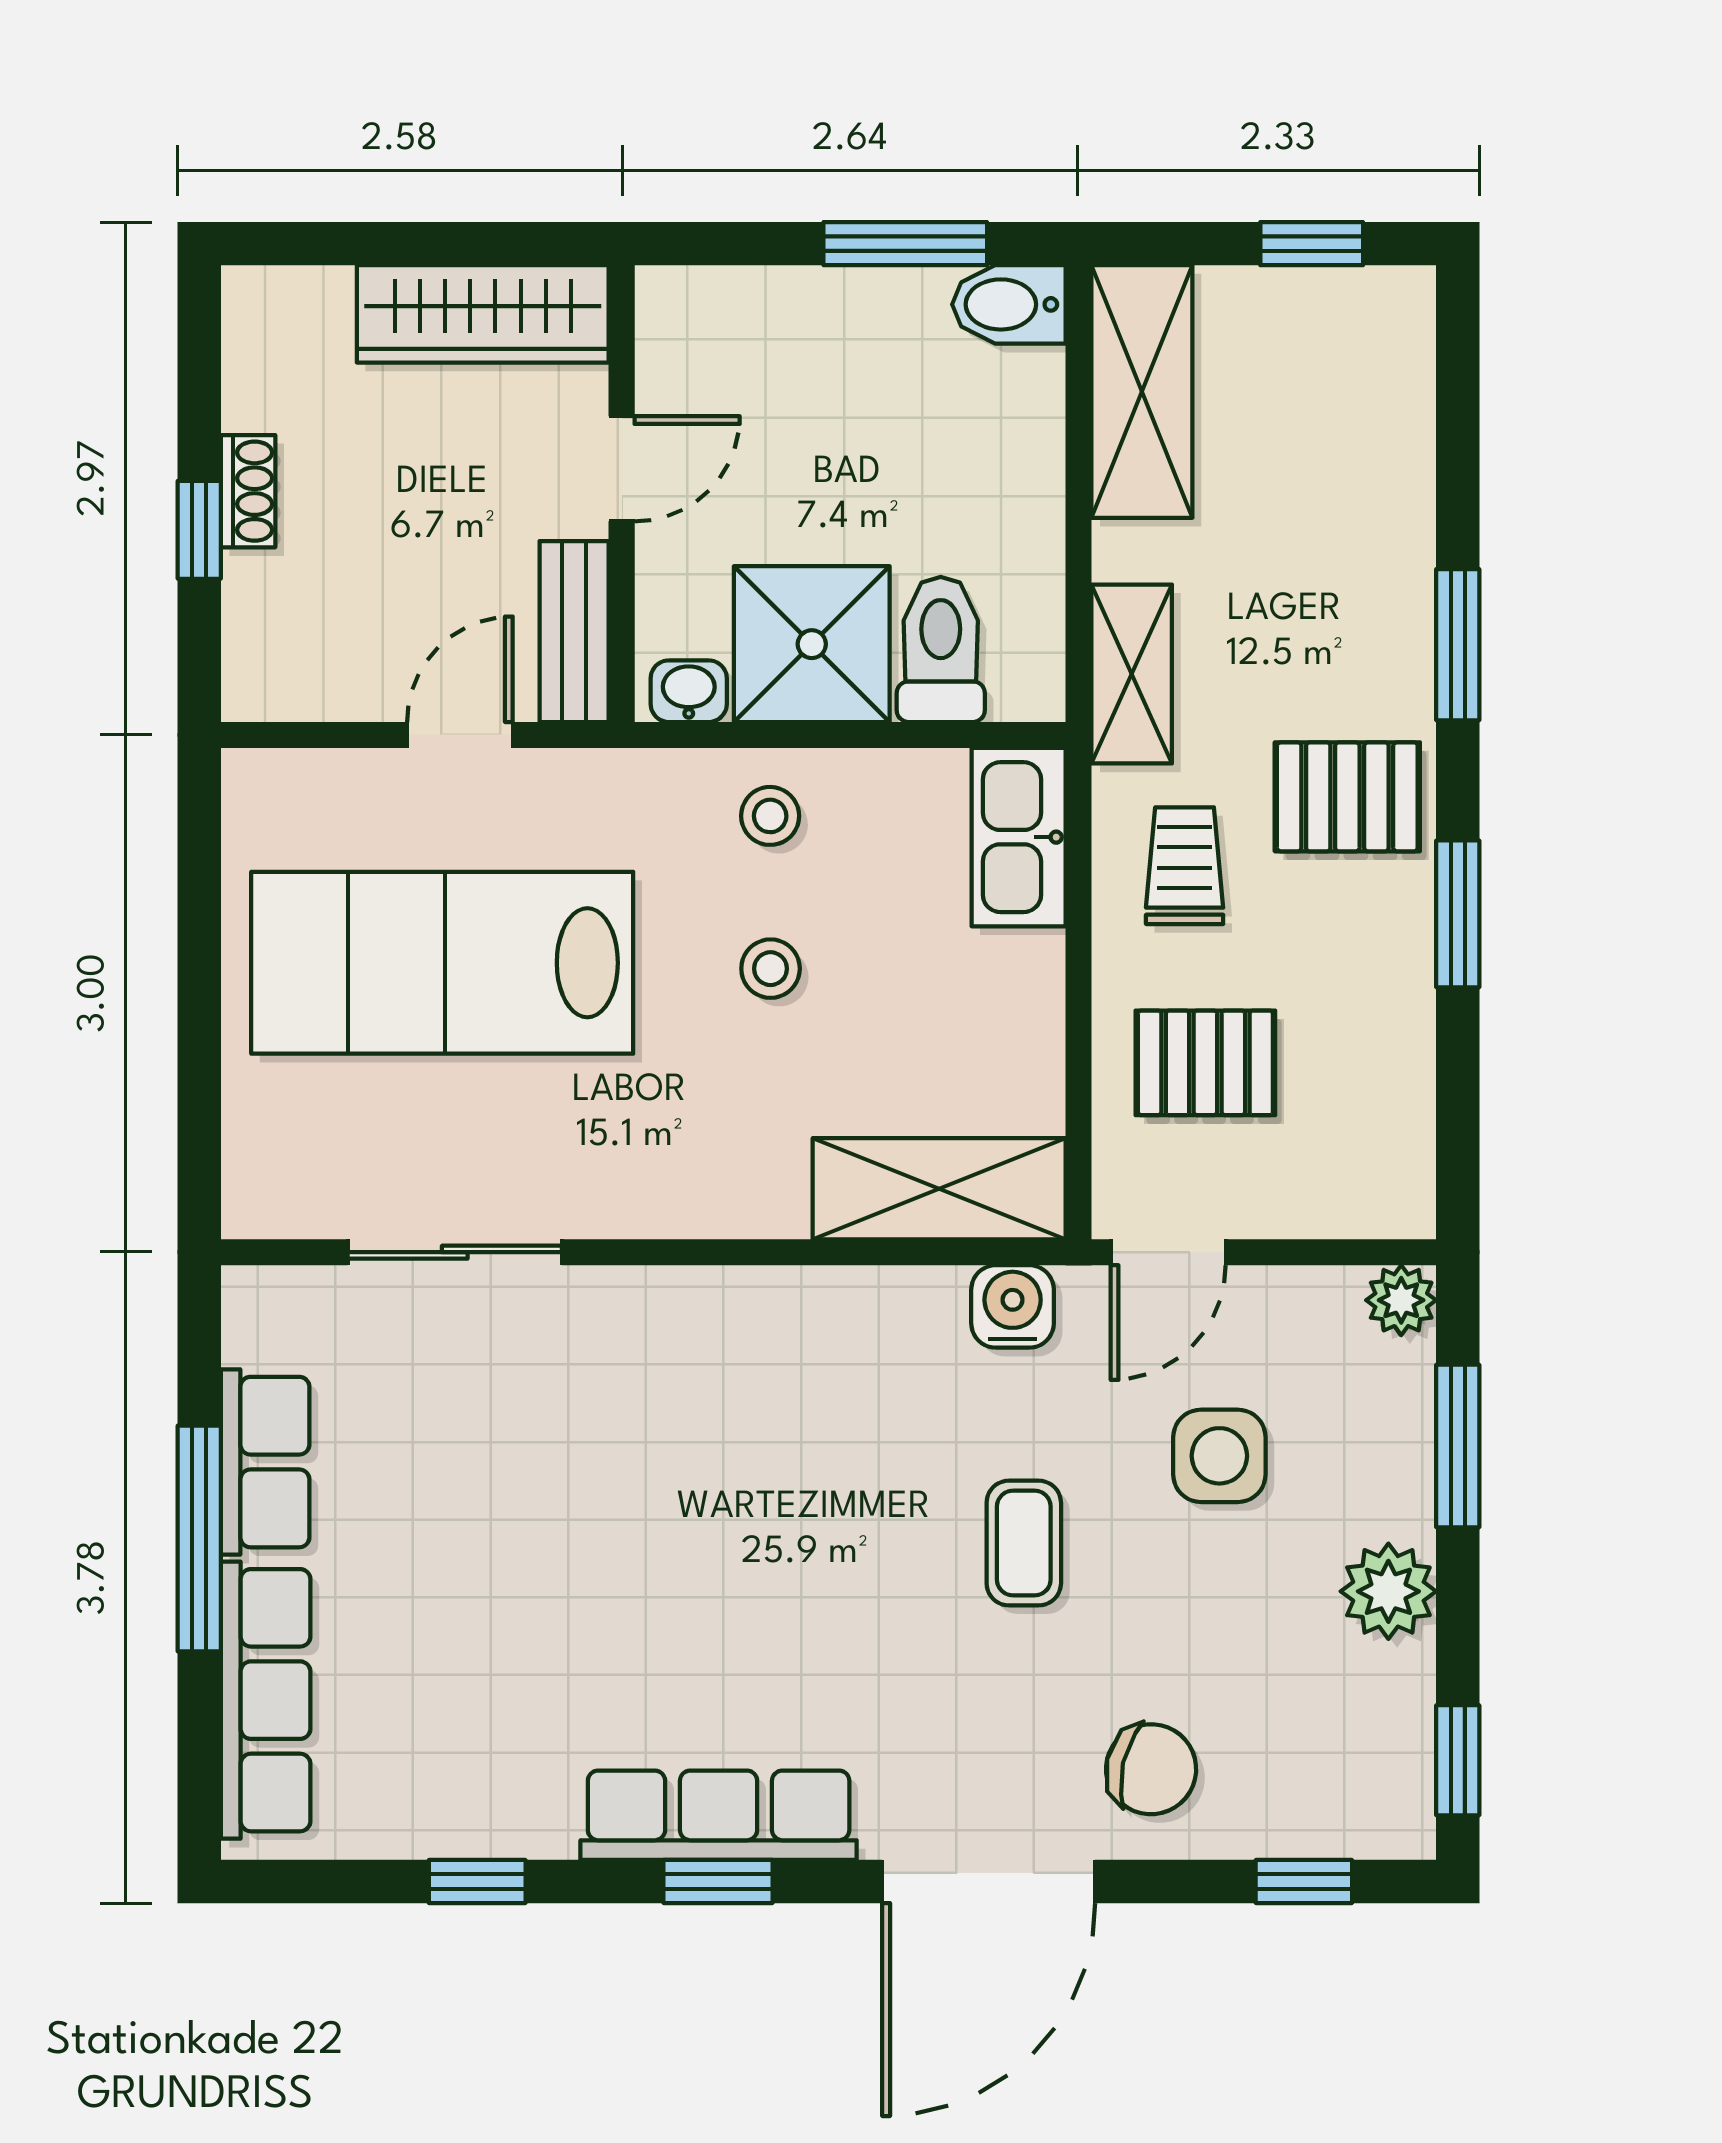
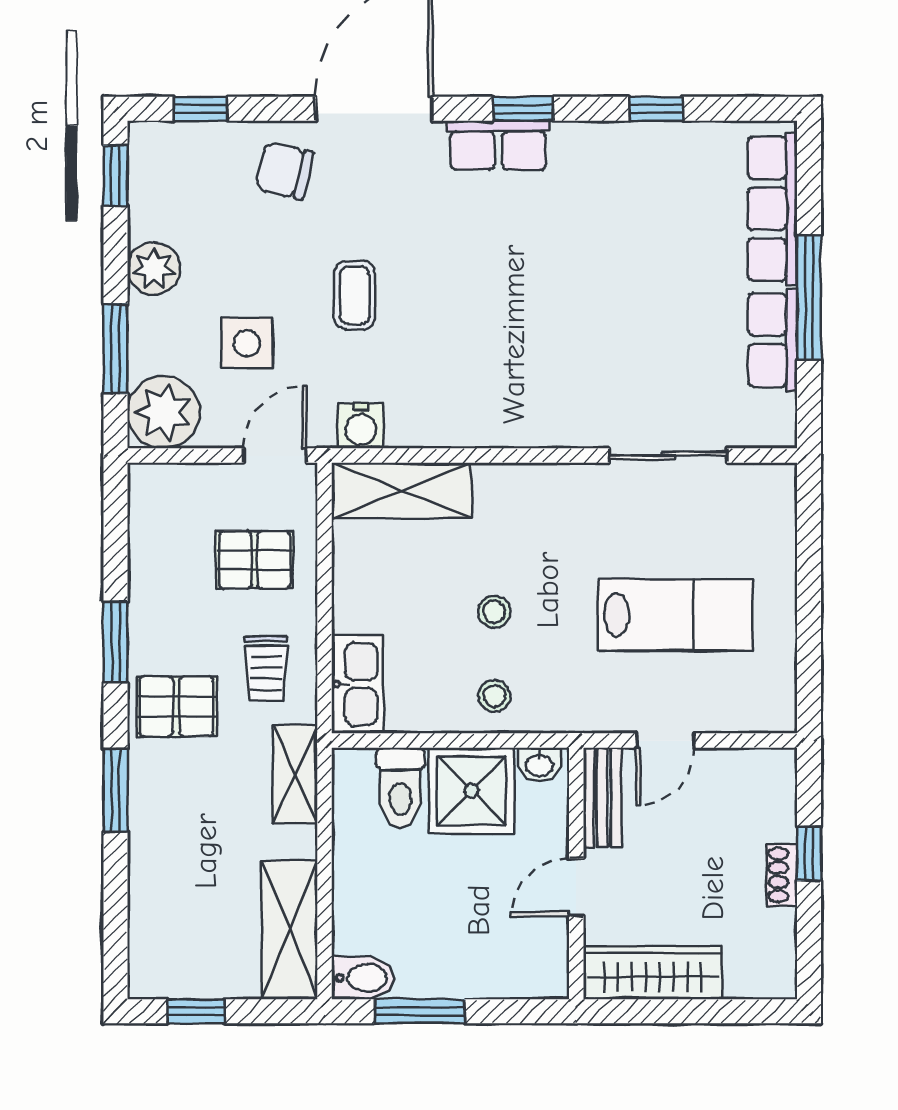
lab bench: (442, 963) -> (675, 615), width x0.73, depth x0.72
plant: (1401, 1300) -> (164, 412), width x1.88, depth x1.88
row of seats: (719, 1815) -> (498, 145), width x0.68

